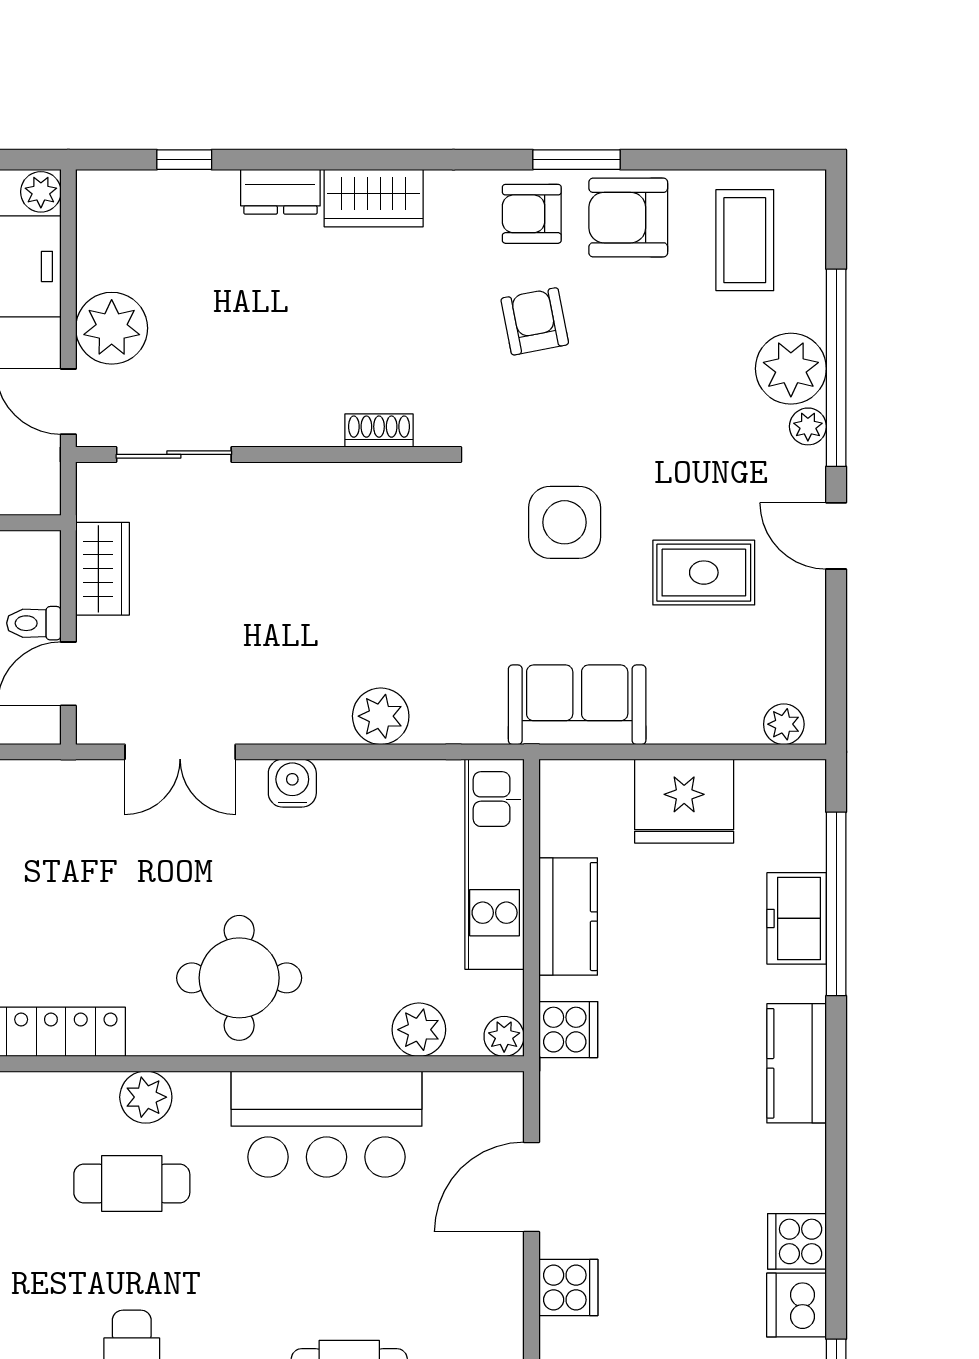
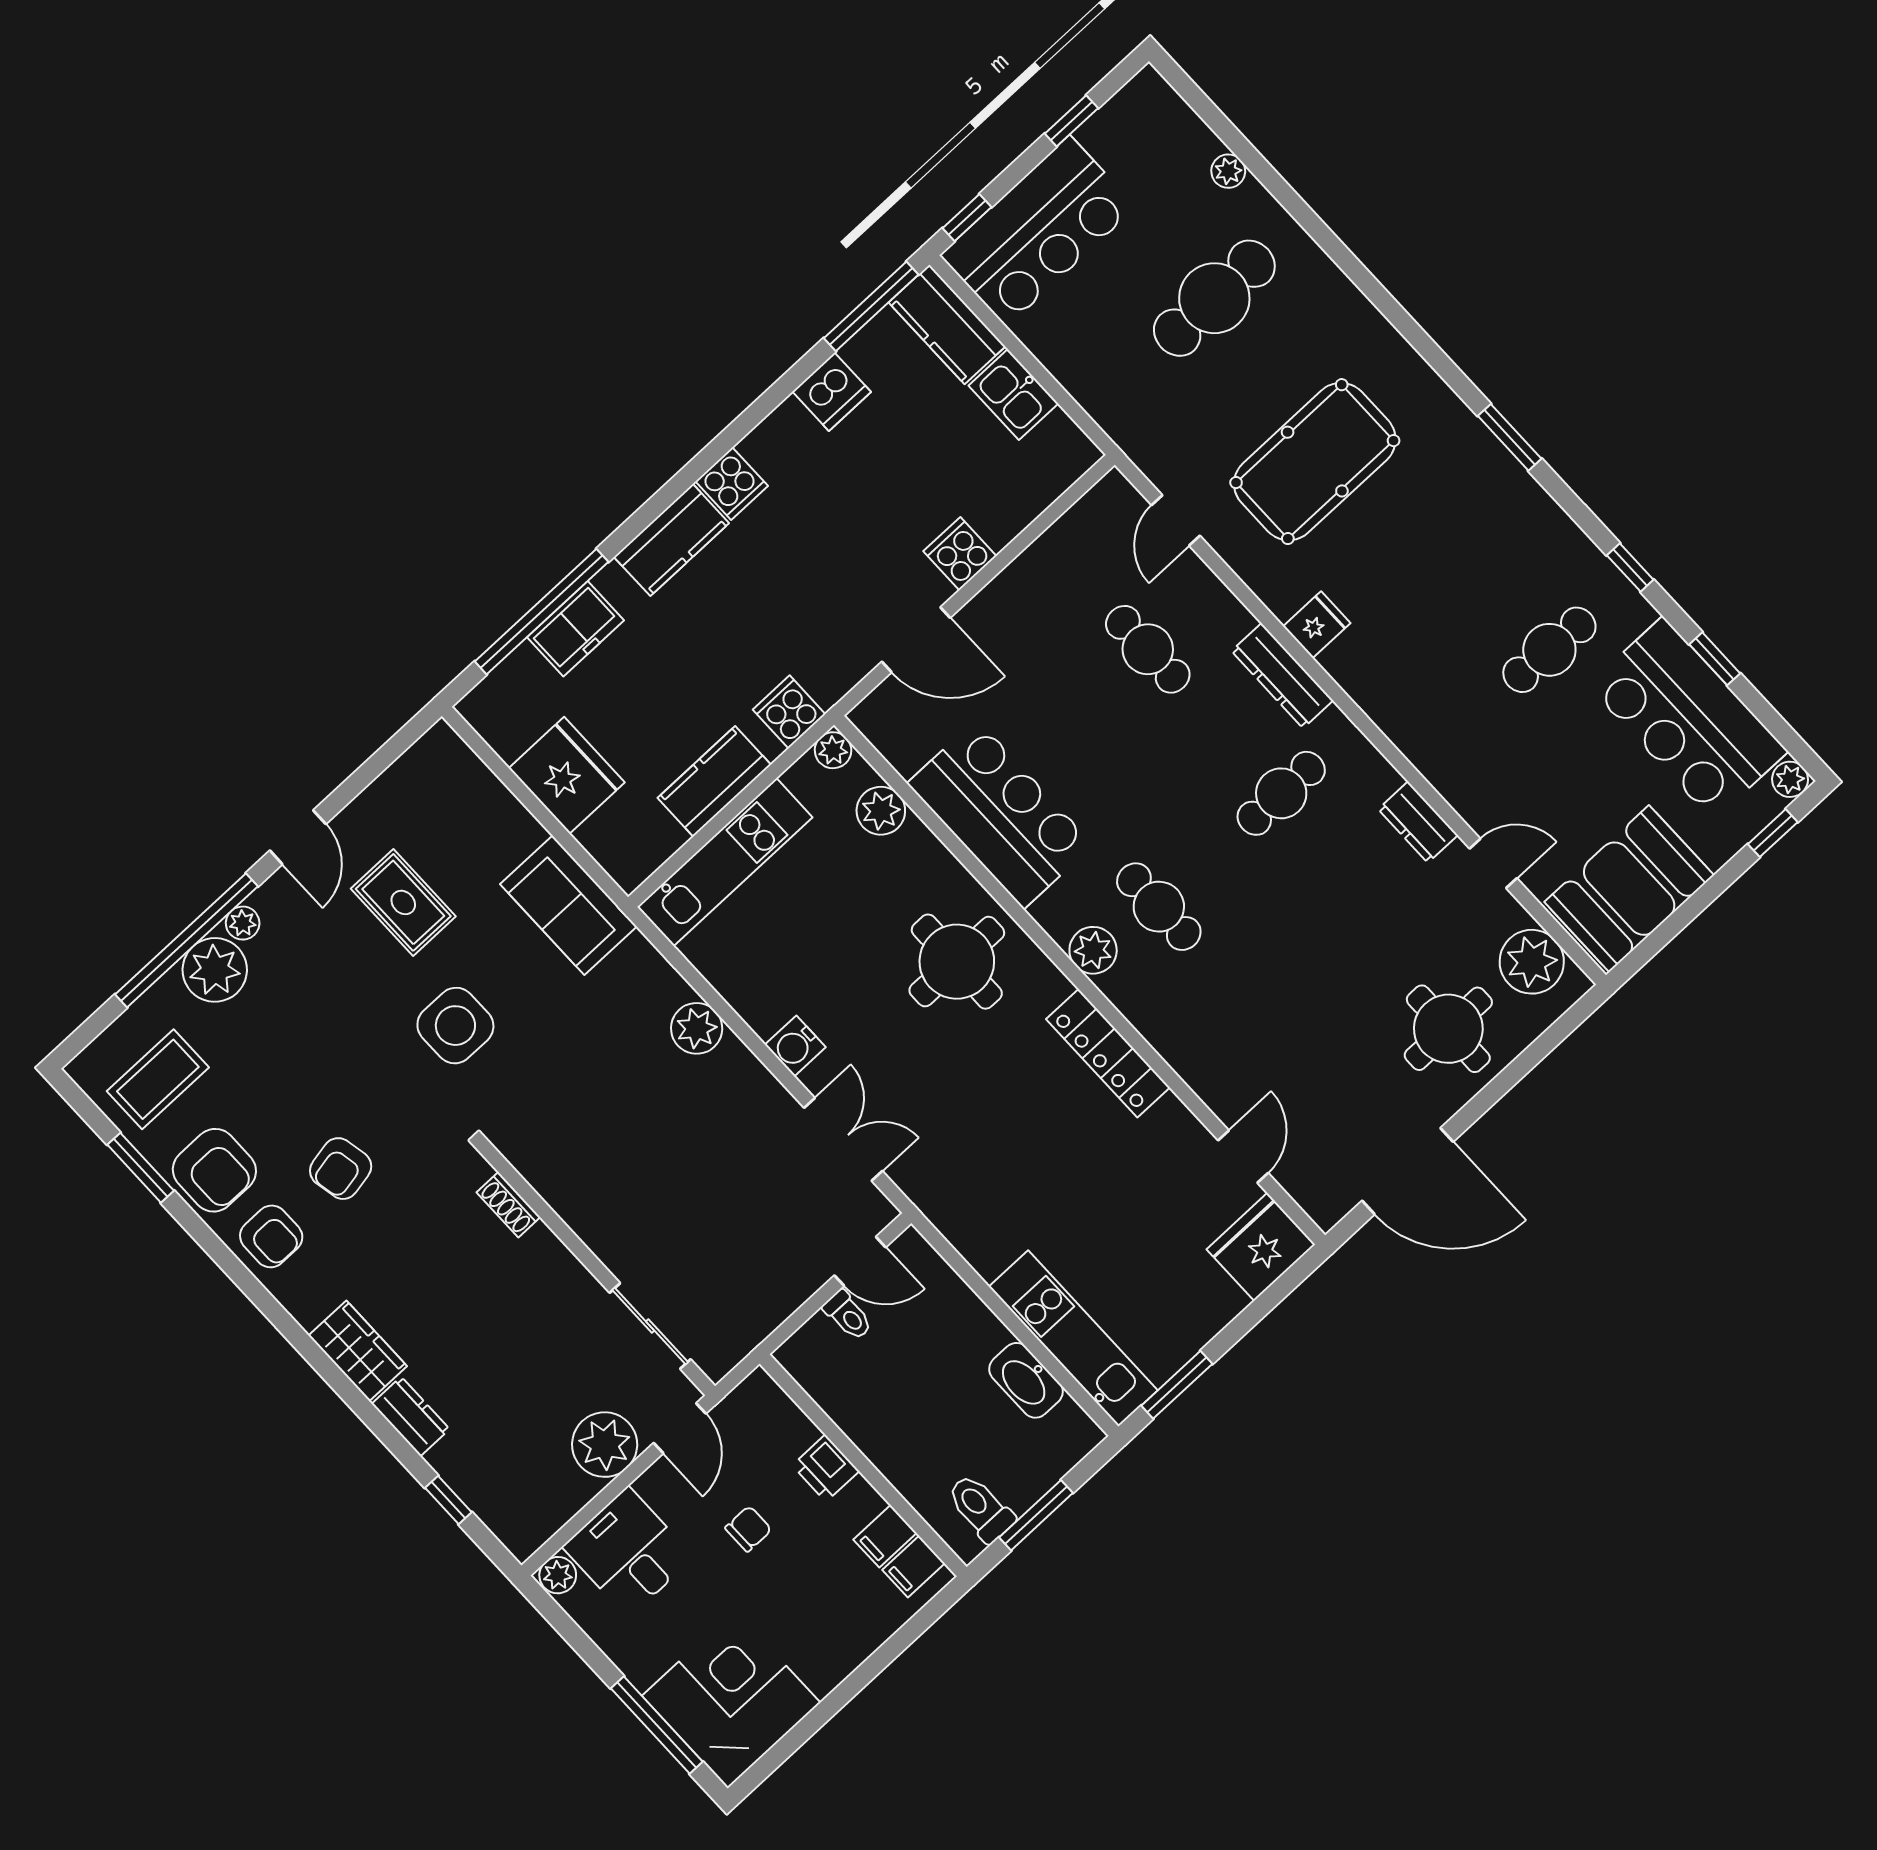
window: (576, 160) -> (141, 1168), moved
wardrobe: (103, 569) -> (770, 1303), removed
plant: (784, 724) -> (455, 756), removed
cooker: (797, 1241) -> (732, 484), moved

